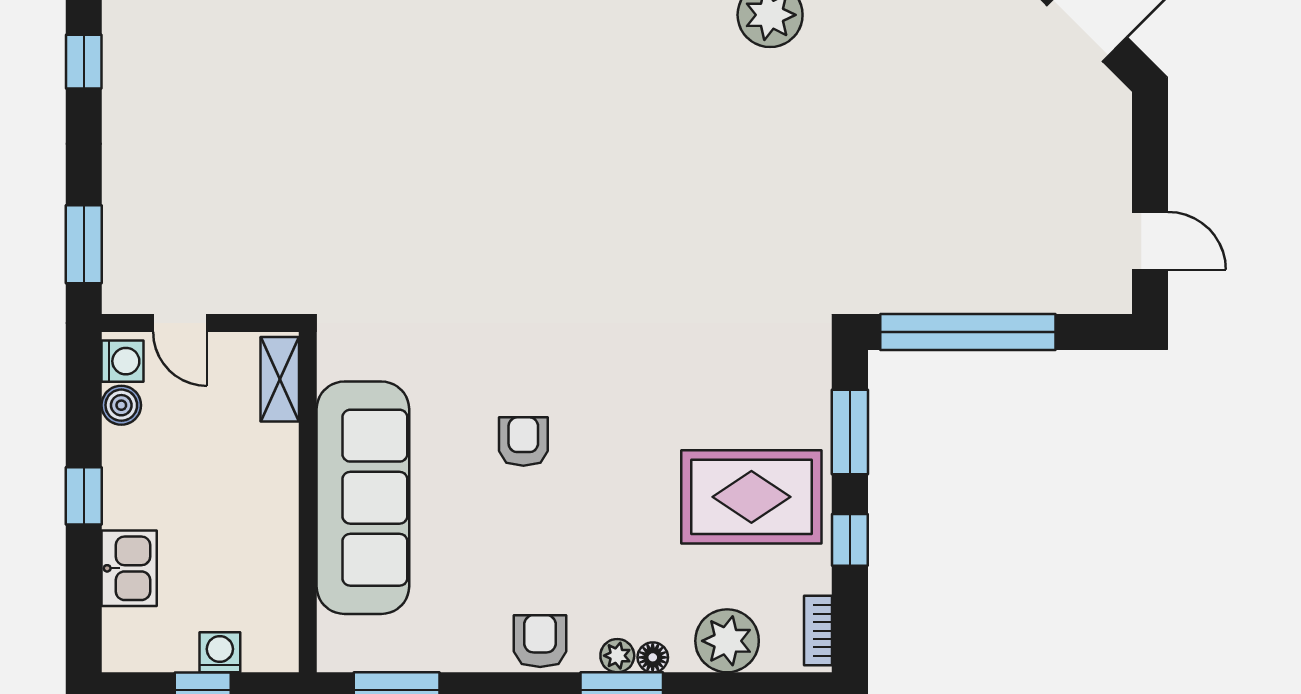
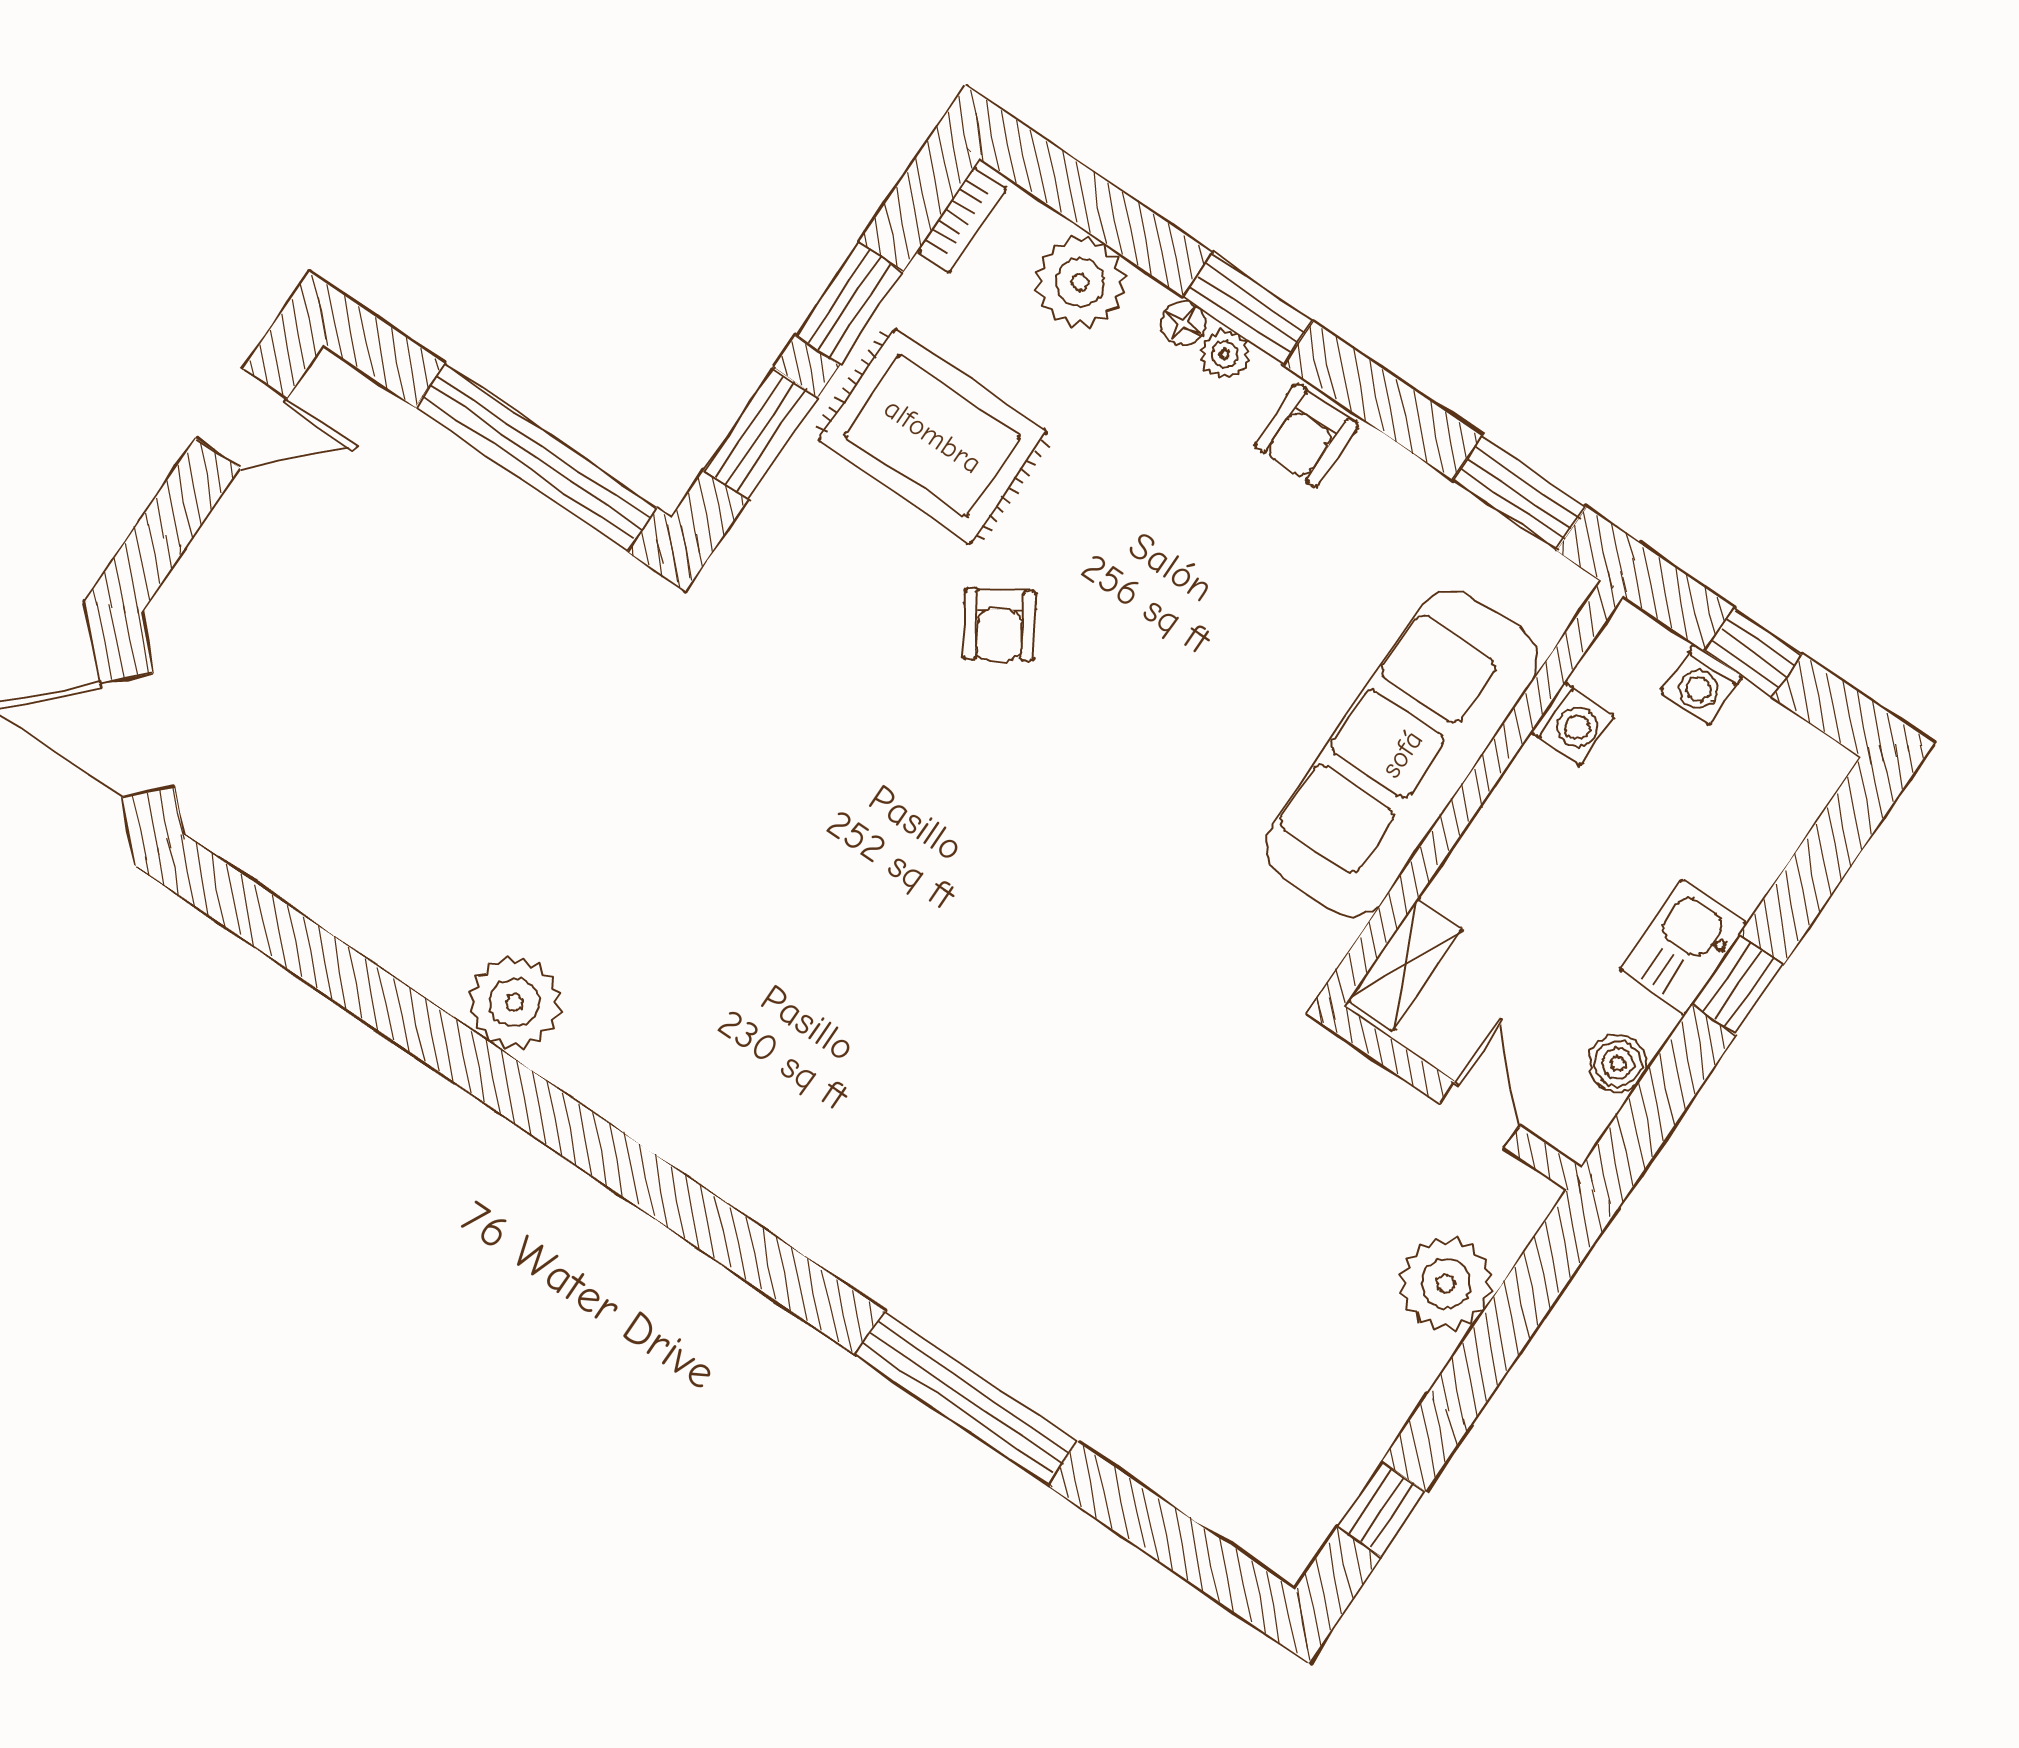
plant: (134, 214) -> (1446, 1284), added
door: (1150, 241) -> (241, 418), swing flipped
window: (84, 244) -> (1531, 1289), removed
washing machine: (122, 361) -> (1573, 724), moved, turned 180
armchair: (523, 442) -> (999, 625), moved, turned -32
window: (850, 540) -> (849, 303), width x1.50
kitchen sink: (129, 568) -> (1683, 947), moved

